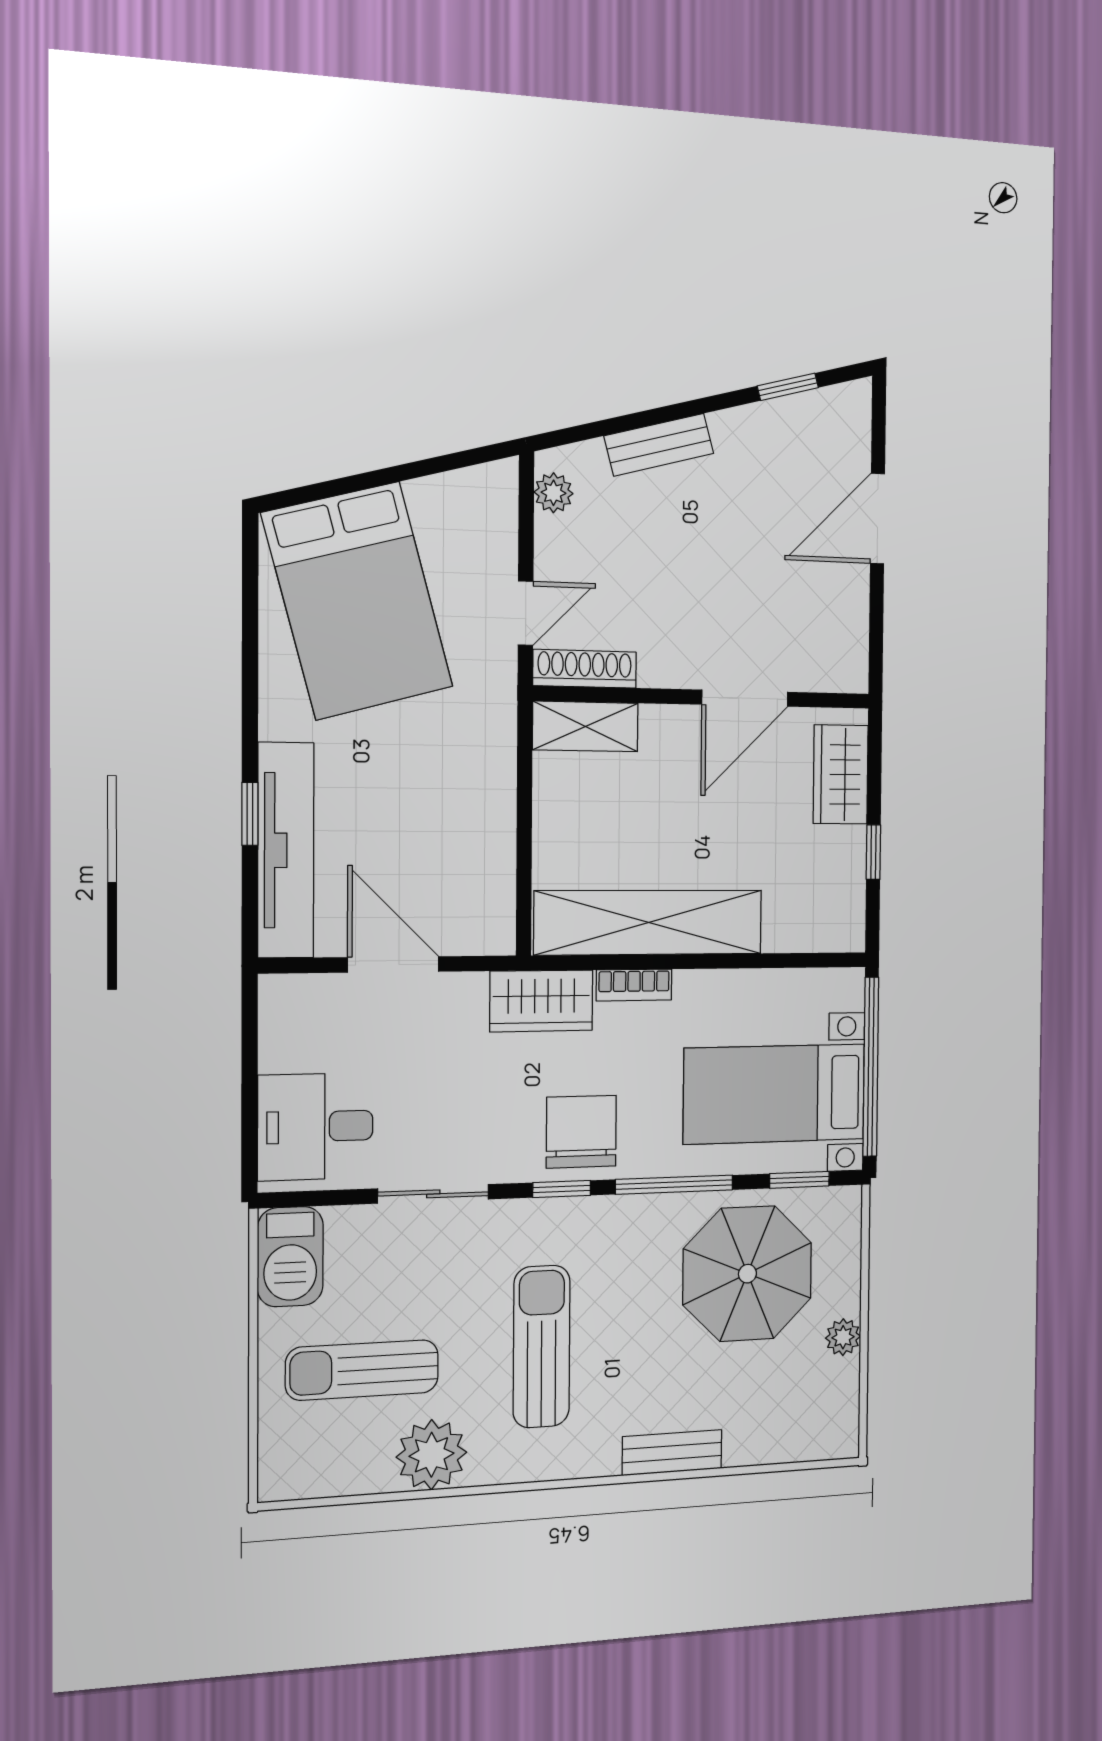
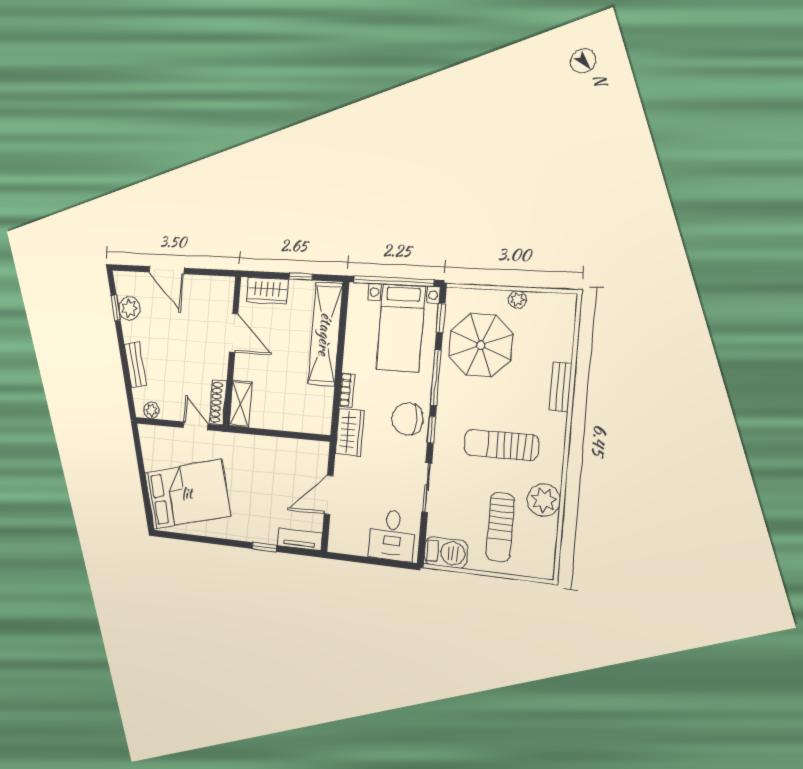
plant: (788, 424) -> (129, 308), added
tv unit: (286, 850) -> (300, 539), width x0.52, depth x0.78
shelving: (649, 922) -> (325, 334), moved

